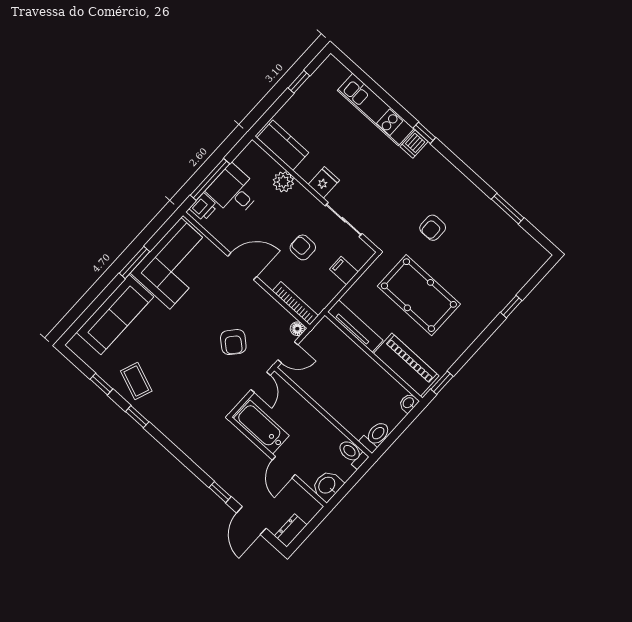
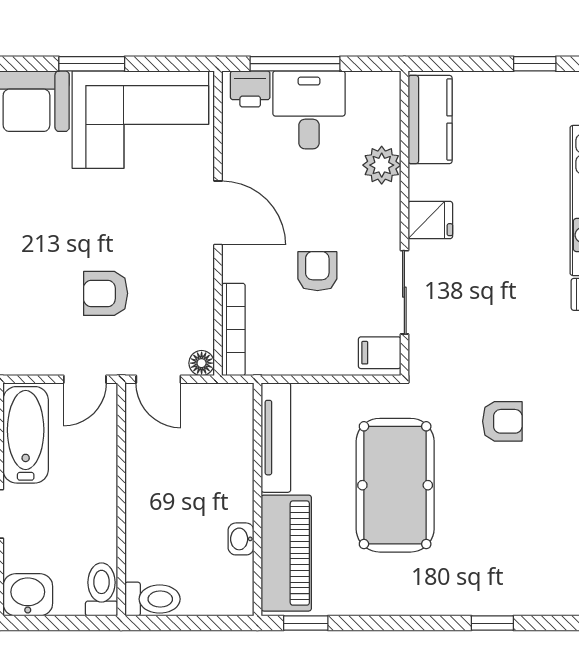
armchair: (433, 228) -> (502, 421), turned 180
filing cabinet: (344, 270) -> (380, 353), moved, turned -90
armchair: (233, 342) -> (106, 293), turned 49
washbasin: (409, 403) -> (241, 539), moved, turned -90

